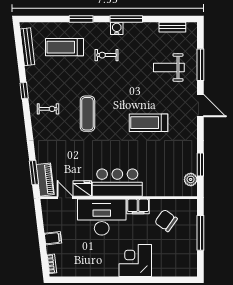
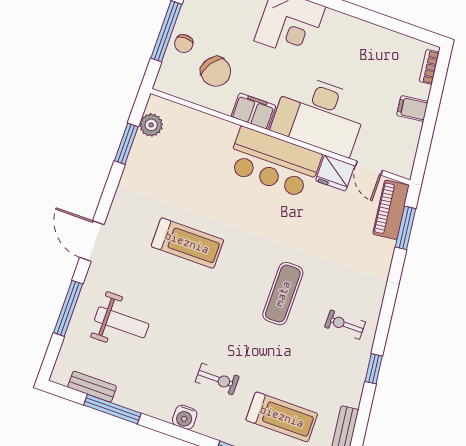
window: (126, 19) -> (112, 409), moved
chair: (189, 229) -> (184, 44), added

